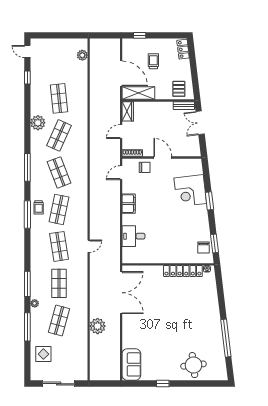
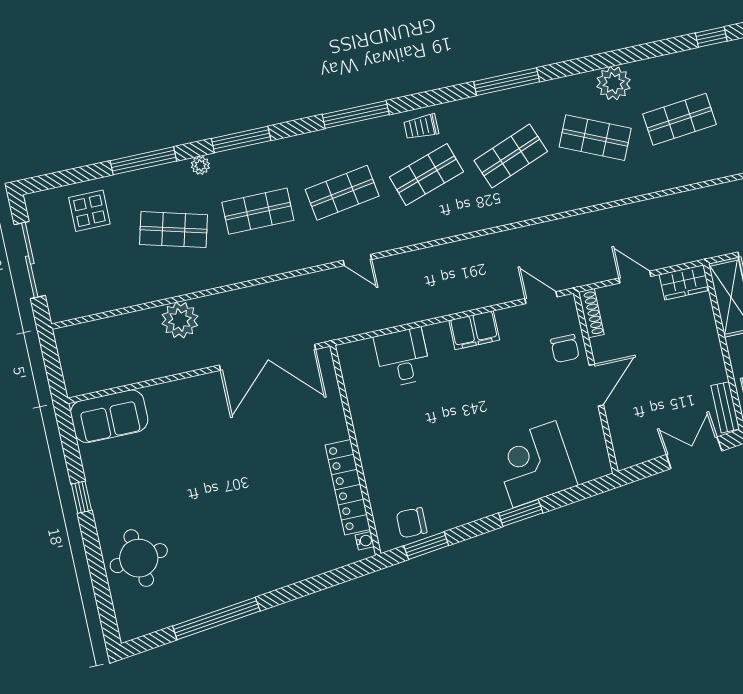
shop shelf: (59, 209) -> (426, 174), turned -30
window: (27, 215) -> (356, 115), moved

